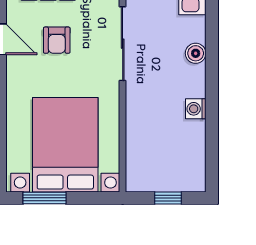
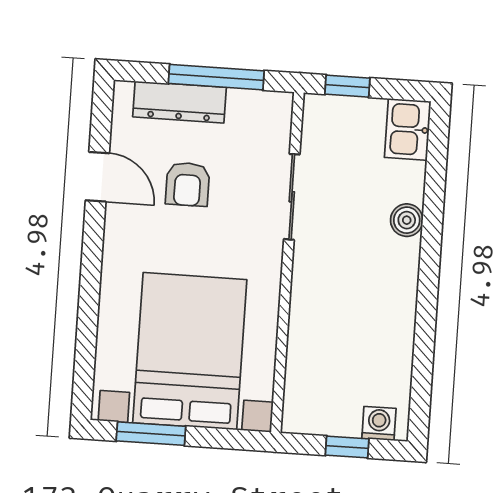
sliding door: (123, 44) -> (292, 197), width x0.73
washing machine: (196, 109) -> (379, 423), moved, turned 90

